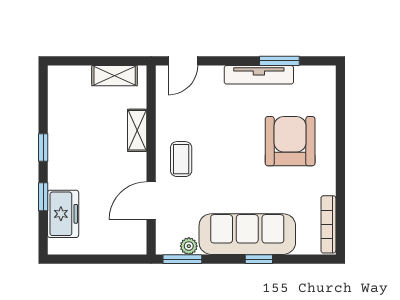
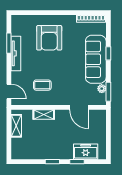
armchair: (290, 141) -> (49, 38), turned -90
coffee table: (181, 159) -> (42, 85), moved

